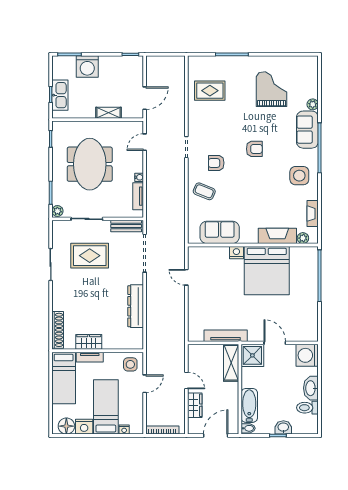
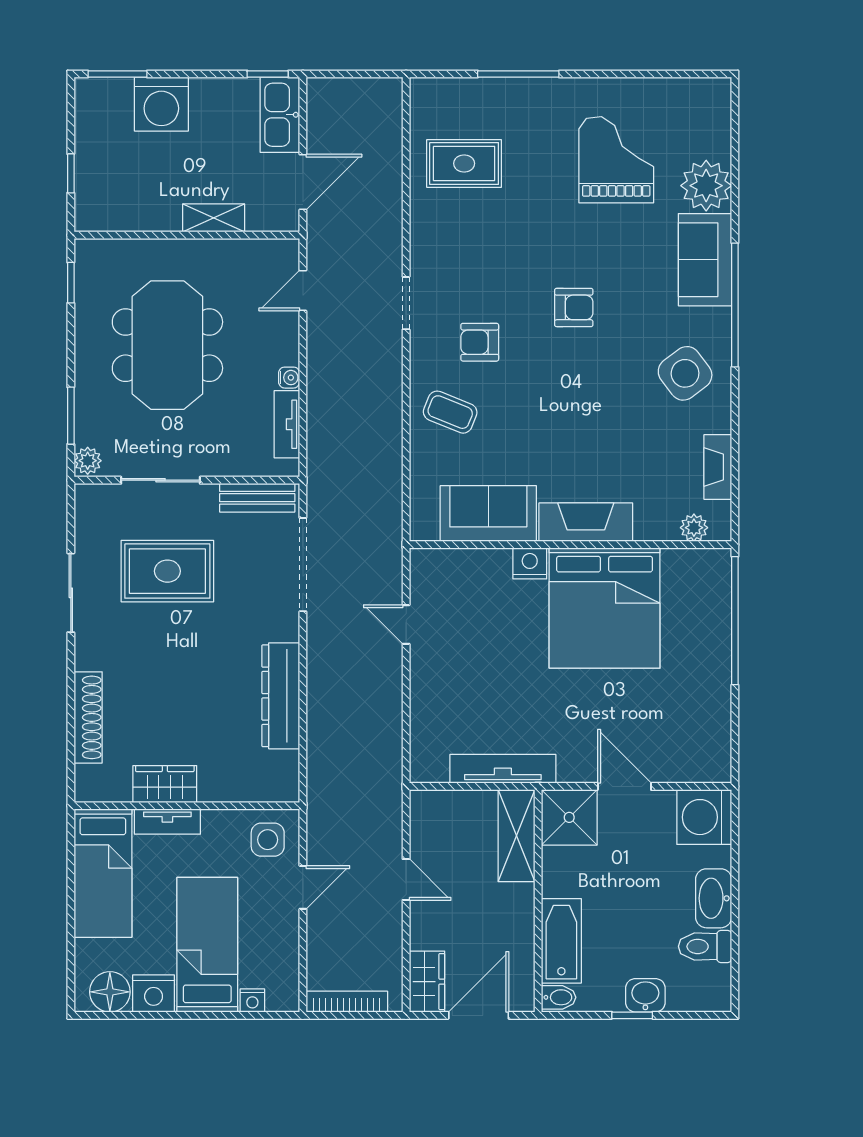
kitchen sink: (60, 95) -> (280, 115), moved, turned 180
plant: (313, 104) -> (706, 186), width x1.88, depth x1.88
side table: (299, 176) -> (685, 373), turned -37
fireplace: (277, 236) -> (586, 522), moved
shoe rack: (58, 330) -> (88, 717), moved
wardrobe: (195, 405) -> (427, 982), moved

